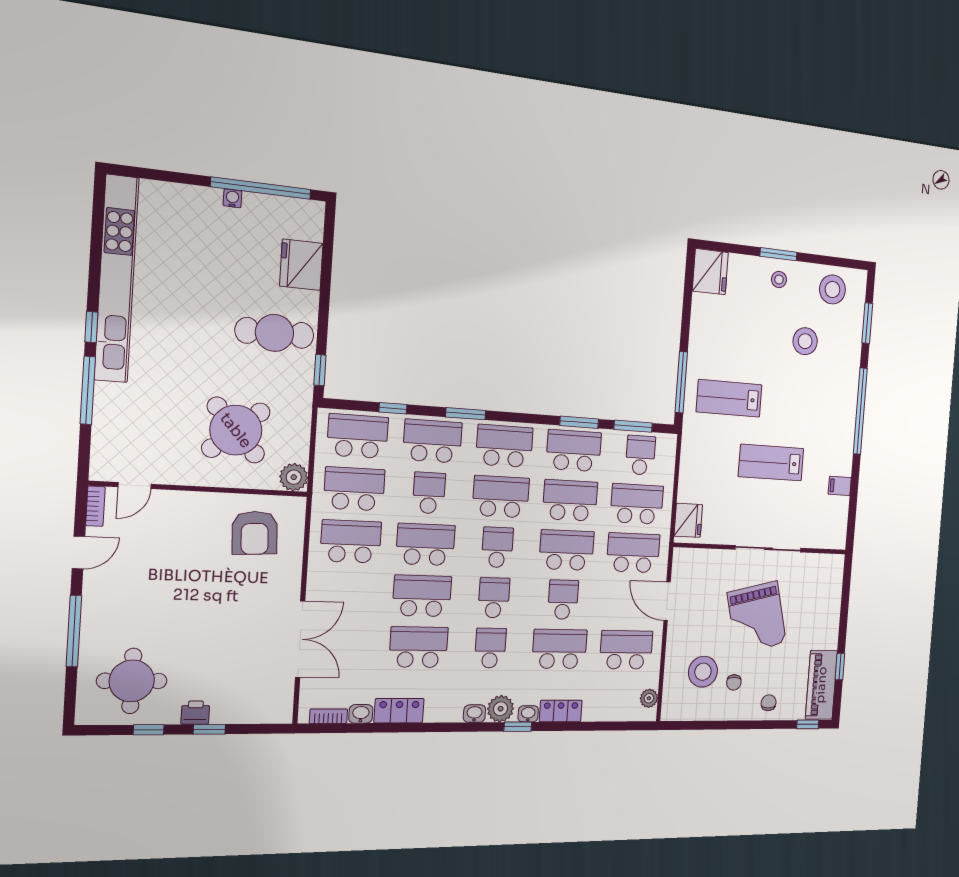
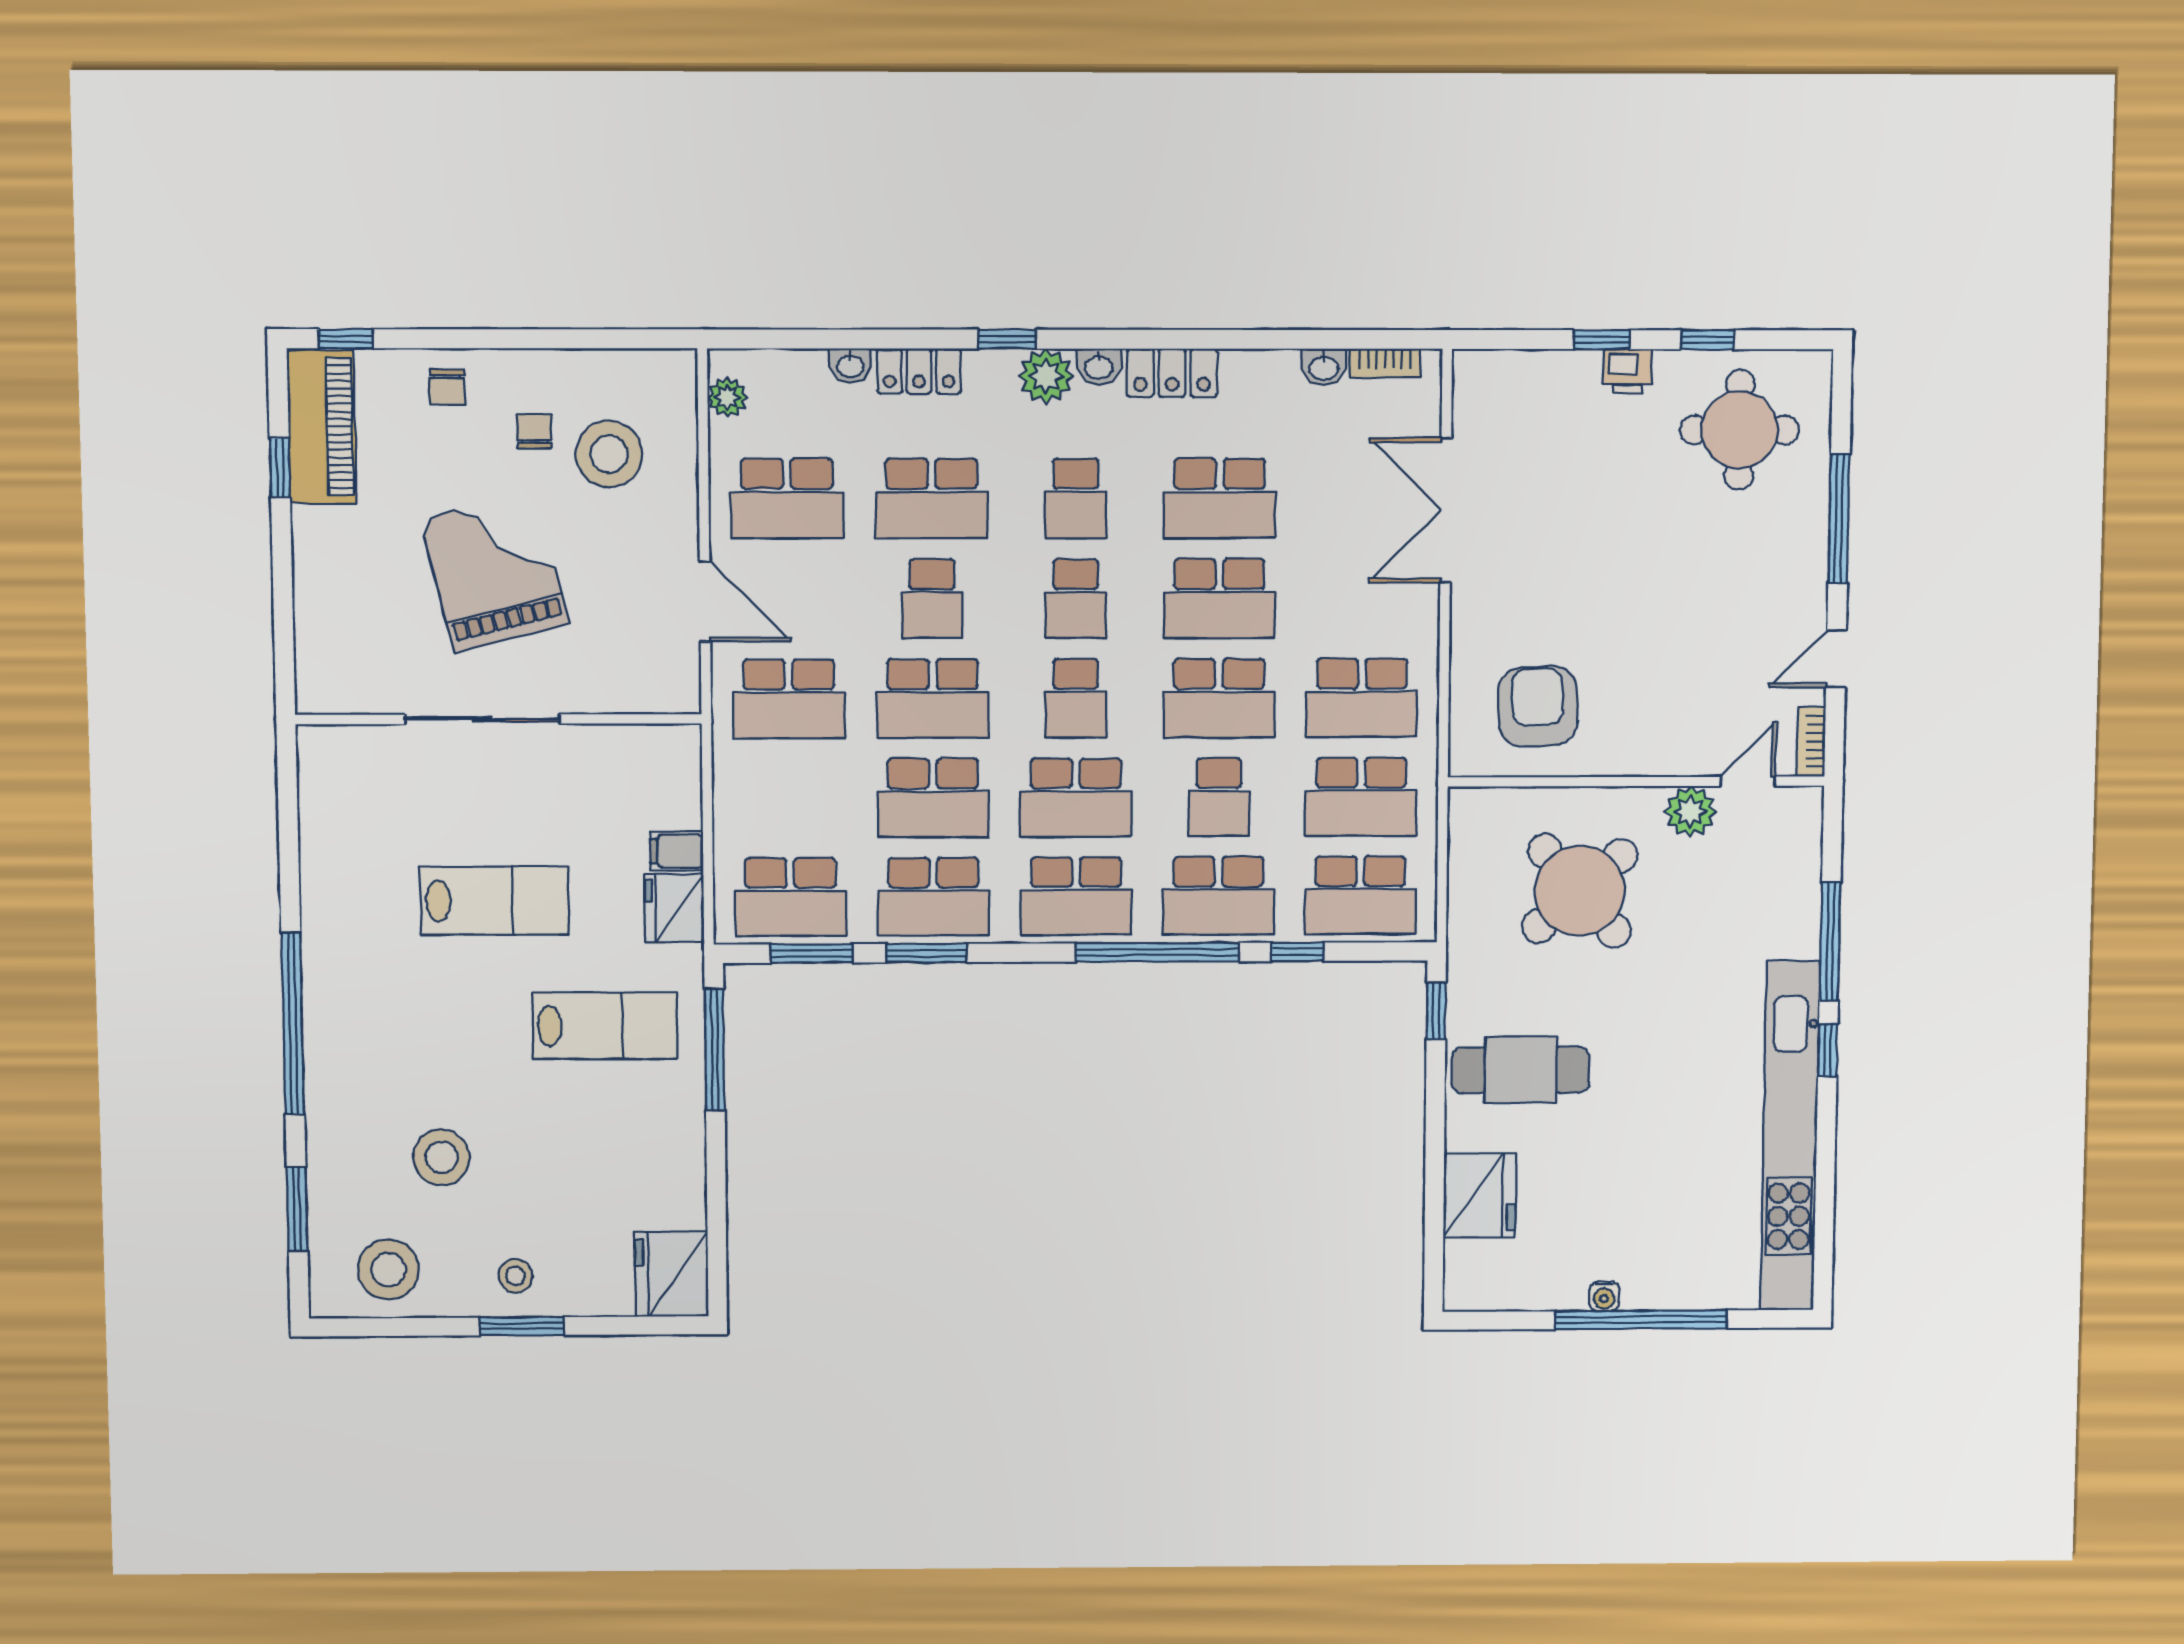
window: (261, 188) -> (1641, 1320), moved
window: (466, 414) -> (1157, 952), width x2.11
school desk: (640, 455) -> (791, 897), width x1.85
plant: (294, 477) -> (1690, 812), moved
filing cabinet: (840, 486) -> (677, 851), moved, turned 180
school desk: (637, 504) -> (790, 798), removed
fridge: (688, 520) -> (674, 908), moved
locker: (399, 711) -> (1172, 373), moved
washbasin: (528, 714) -> (850, 365), moved

